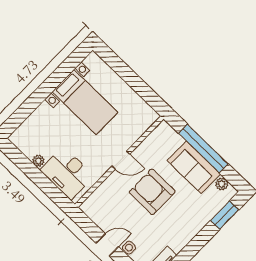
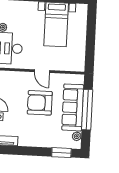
sofa: (194, 167) -> (73, 107), width x1.36
armchair: (152, 192) -> (40, 103), turned -90

